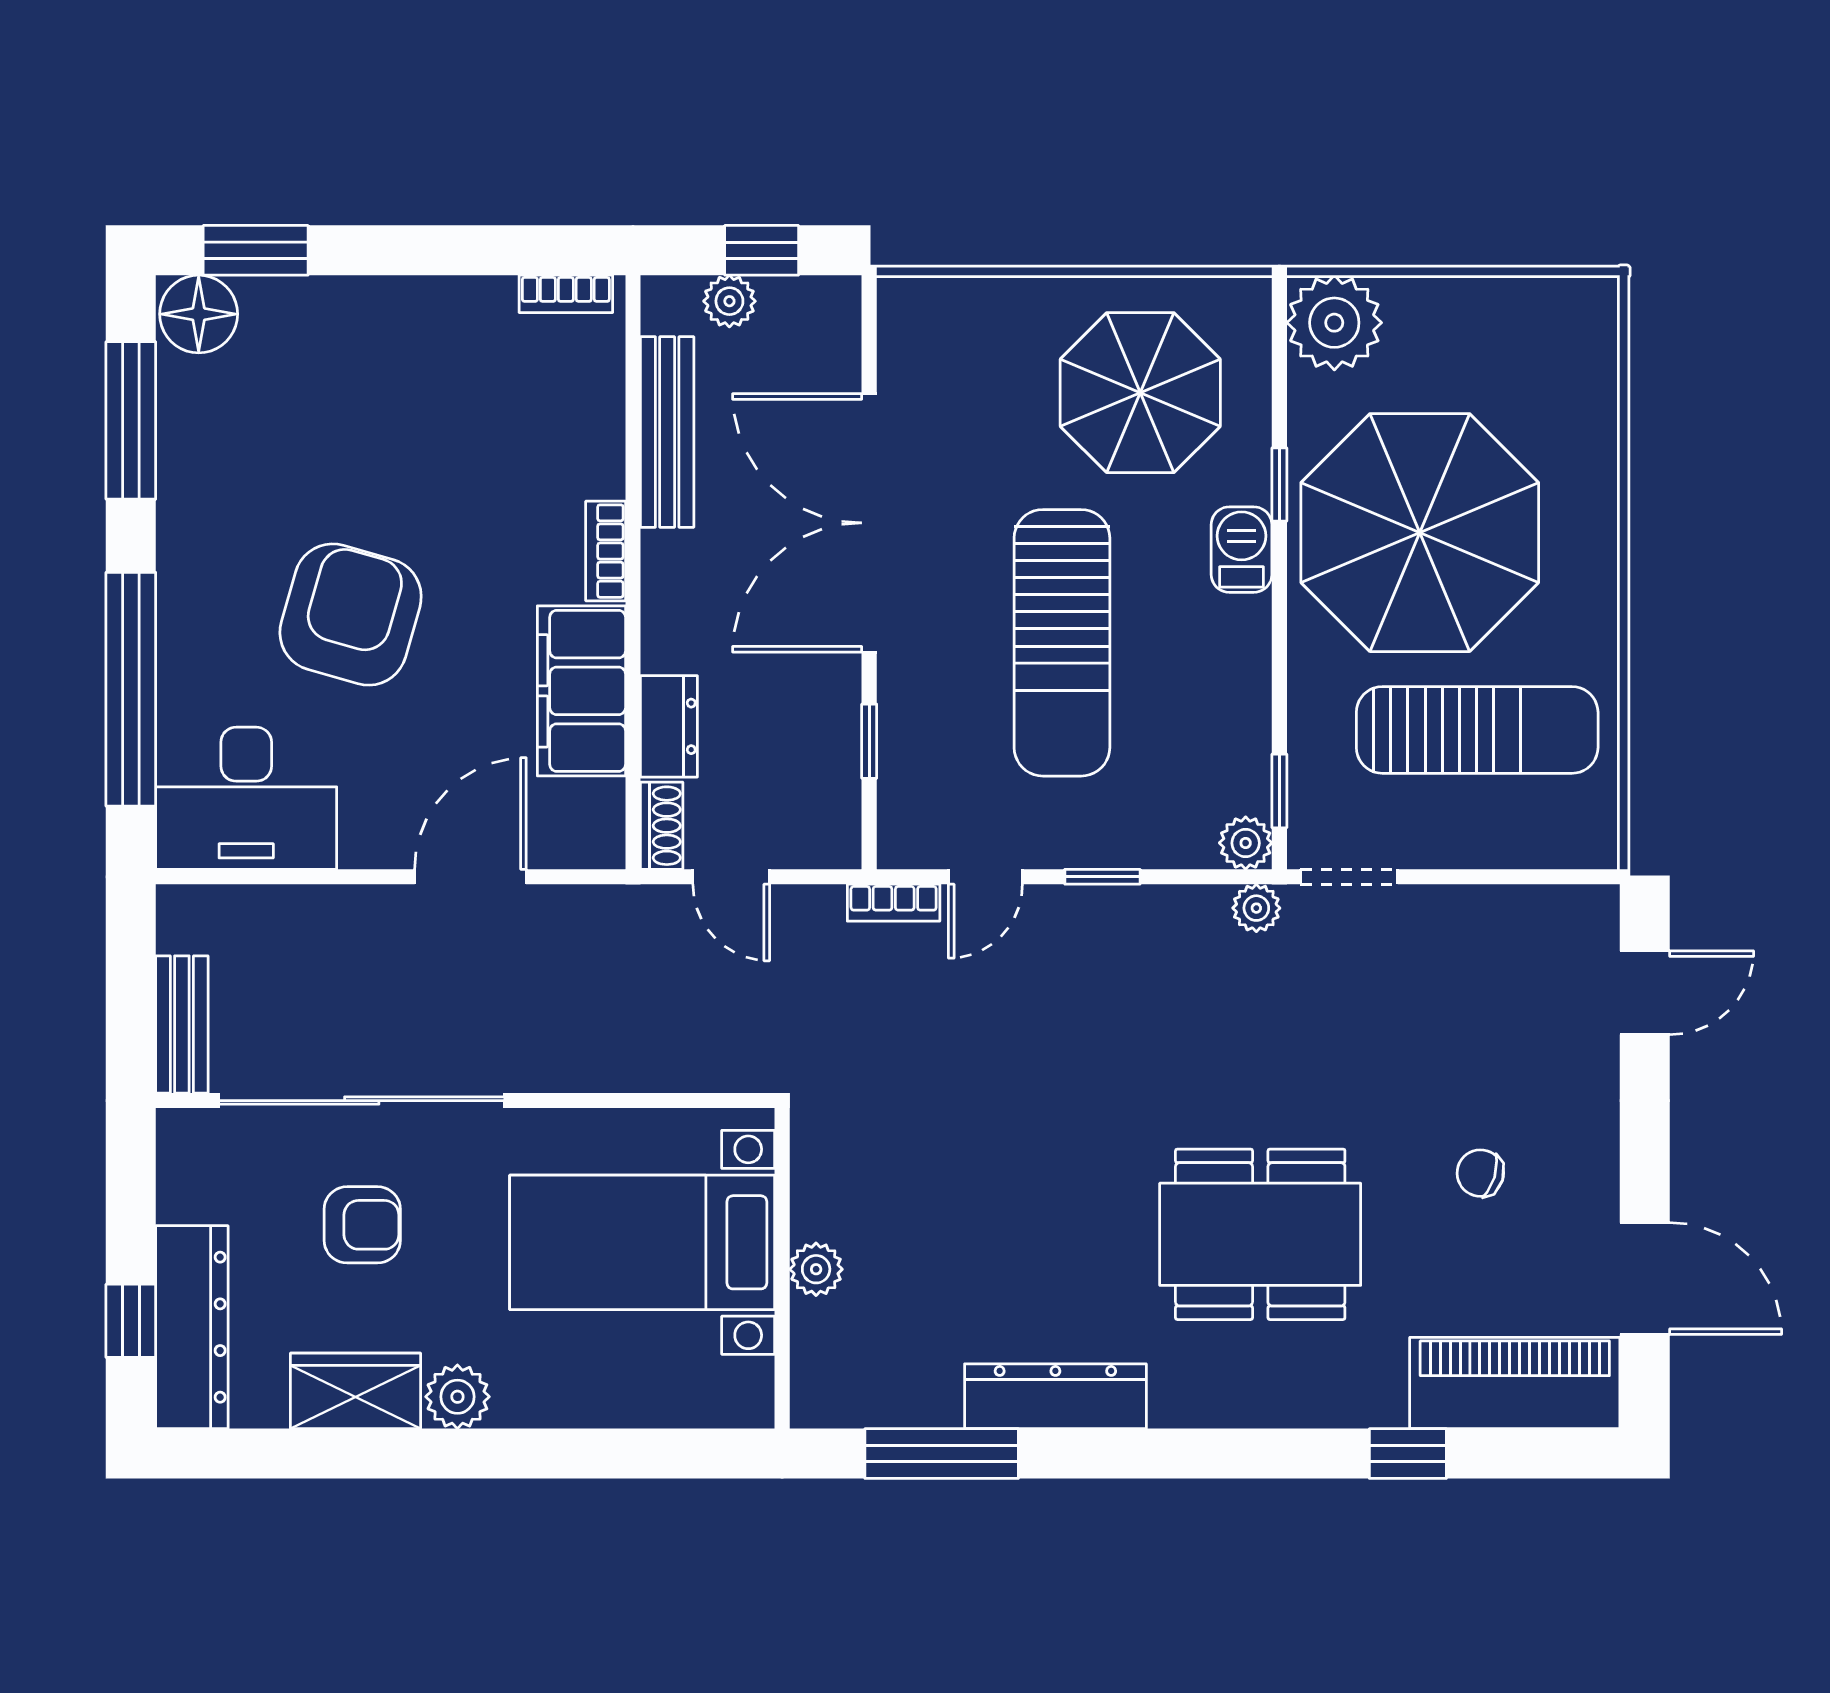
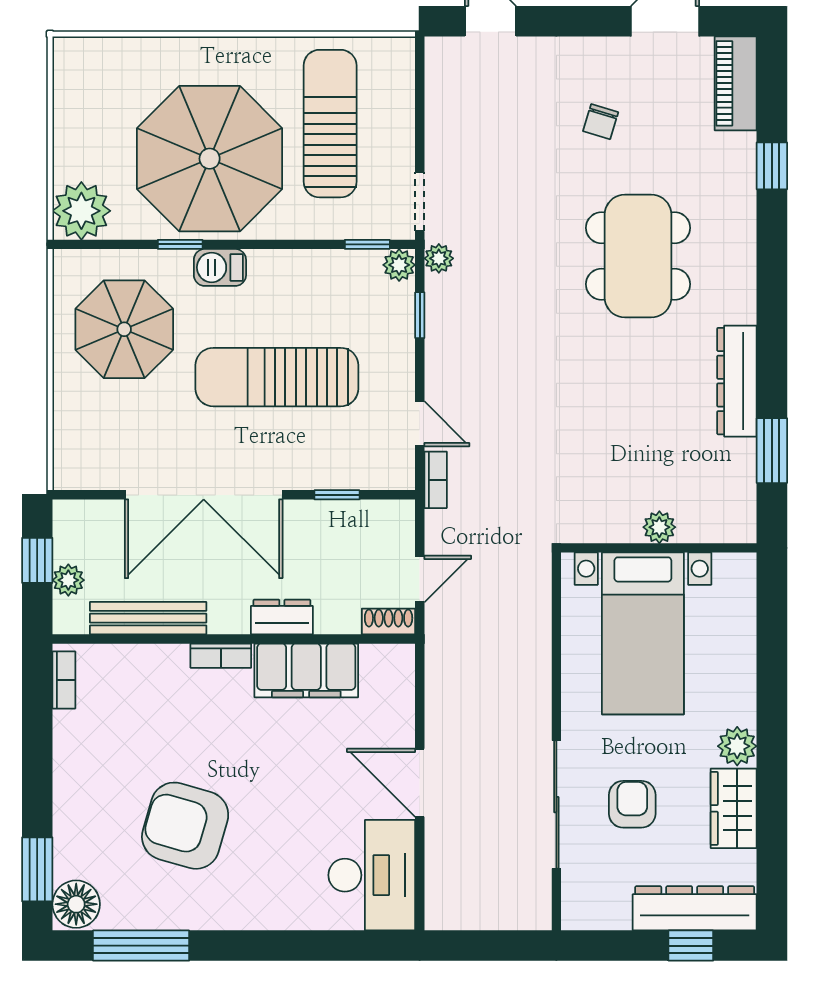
armchair: (351, 615) -> (185, 826), moved
sun lounger: (1062, 643) -> (277, 377), turned 180
window: (131, 689) -> (305, 946), removed
dresser: (669, 726) -> (282, 617), moved
door: (470, 877) -> (420, 783), moved
window: (1102, 877) -> (420, 315), moved
bench: (182, 1024) -> (510, 914), removed
sliding door: (362, 1101) -> (556, 805), width x0.73
piano: (1515, 1383) -> (736, 83), width x0.73, depth x0.75
window: (942, 1454) -> (772, 451), width x0.69

